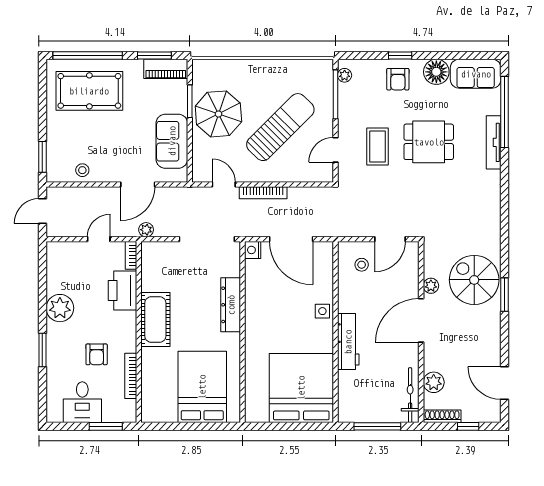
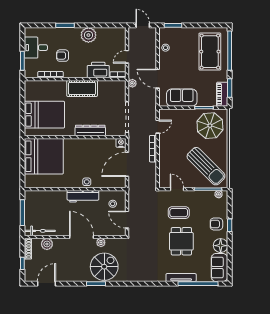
parasol: (218, 114) -> (210, 126), moved
sun lounger: (280, 127) -> (206, 166), moved
door: (99, 239) -> (127, 57), swing flipped
workbench: (348, 342) -> (83, 196), moved
bed: (301, 388) -> (44, 156), moved

